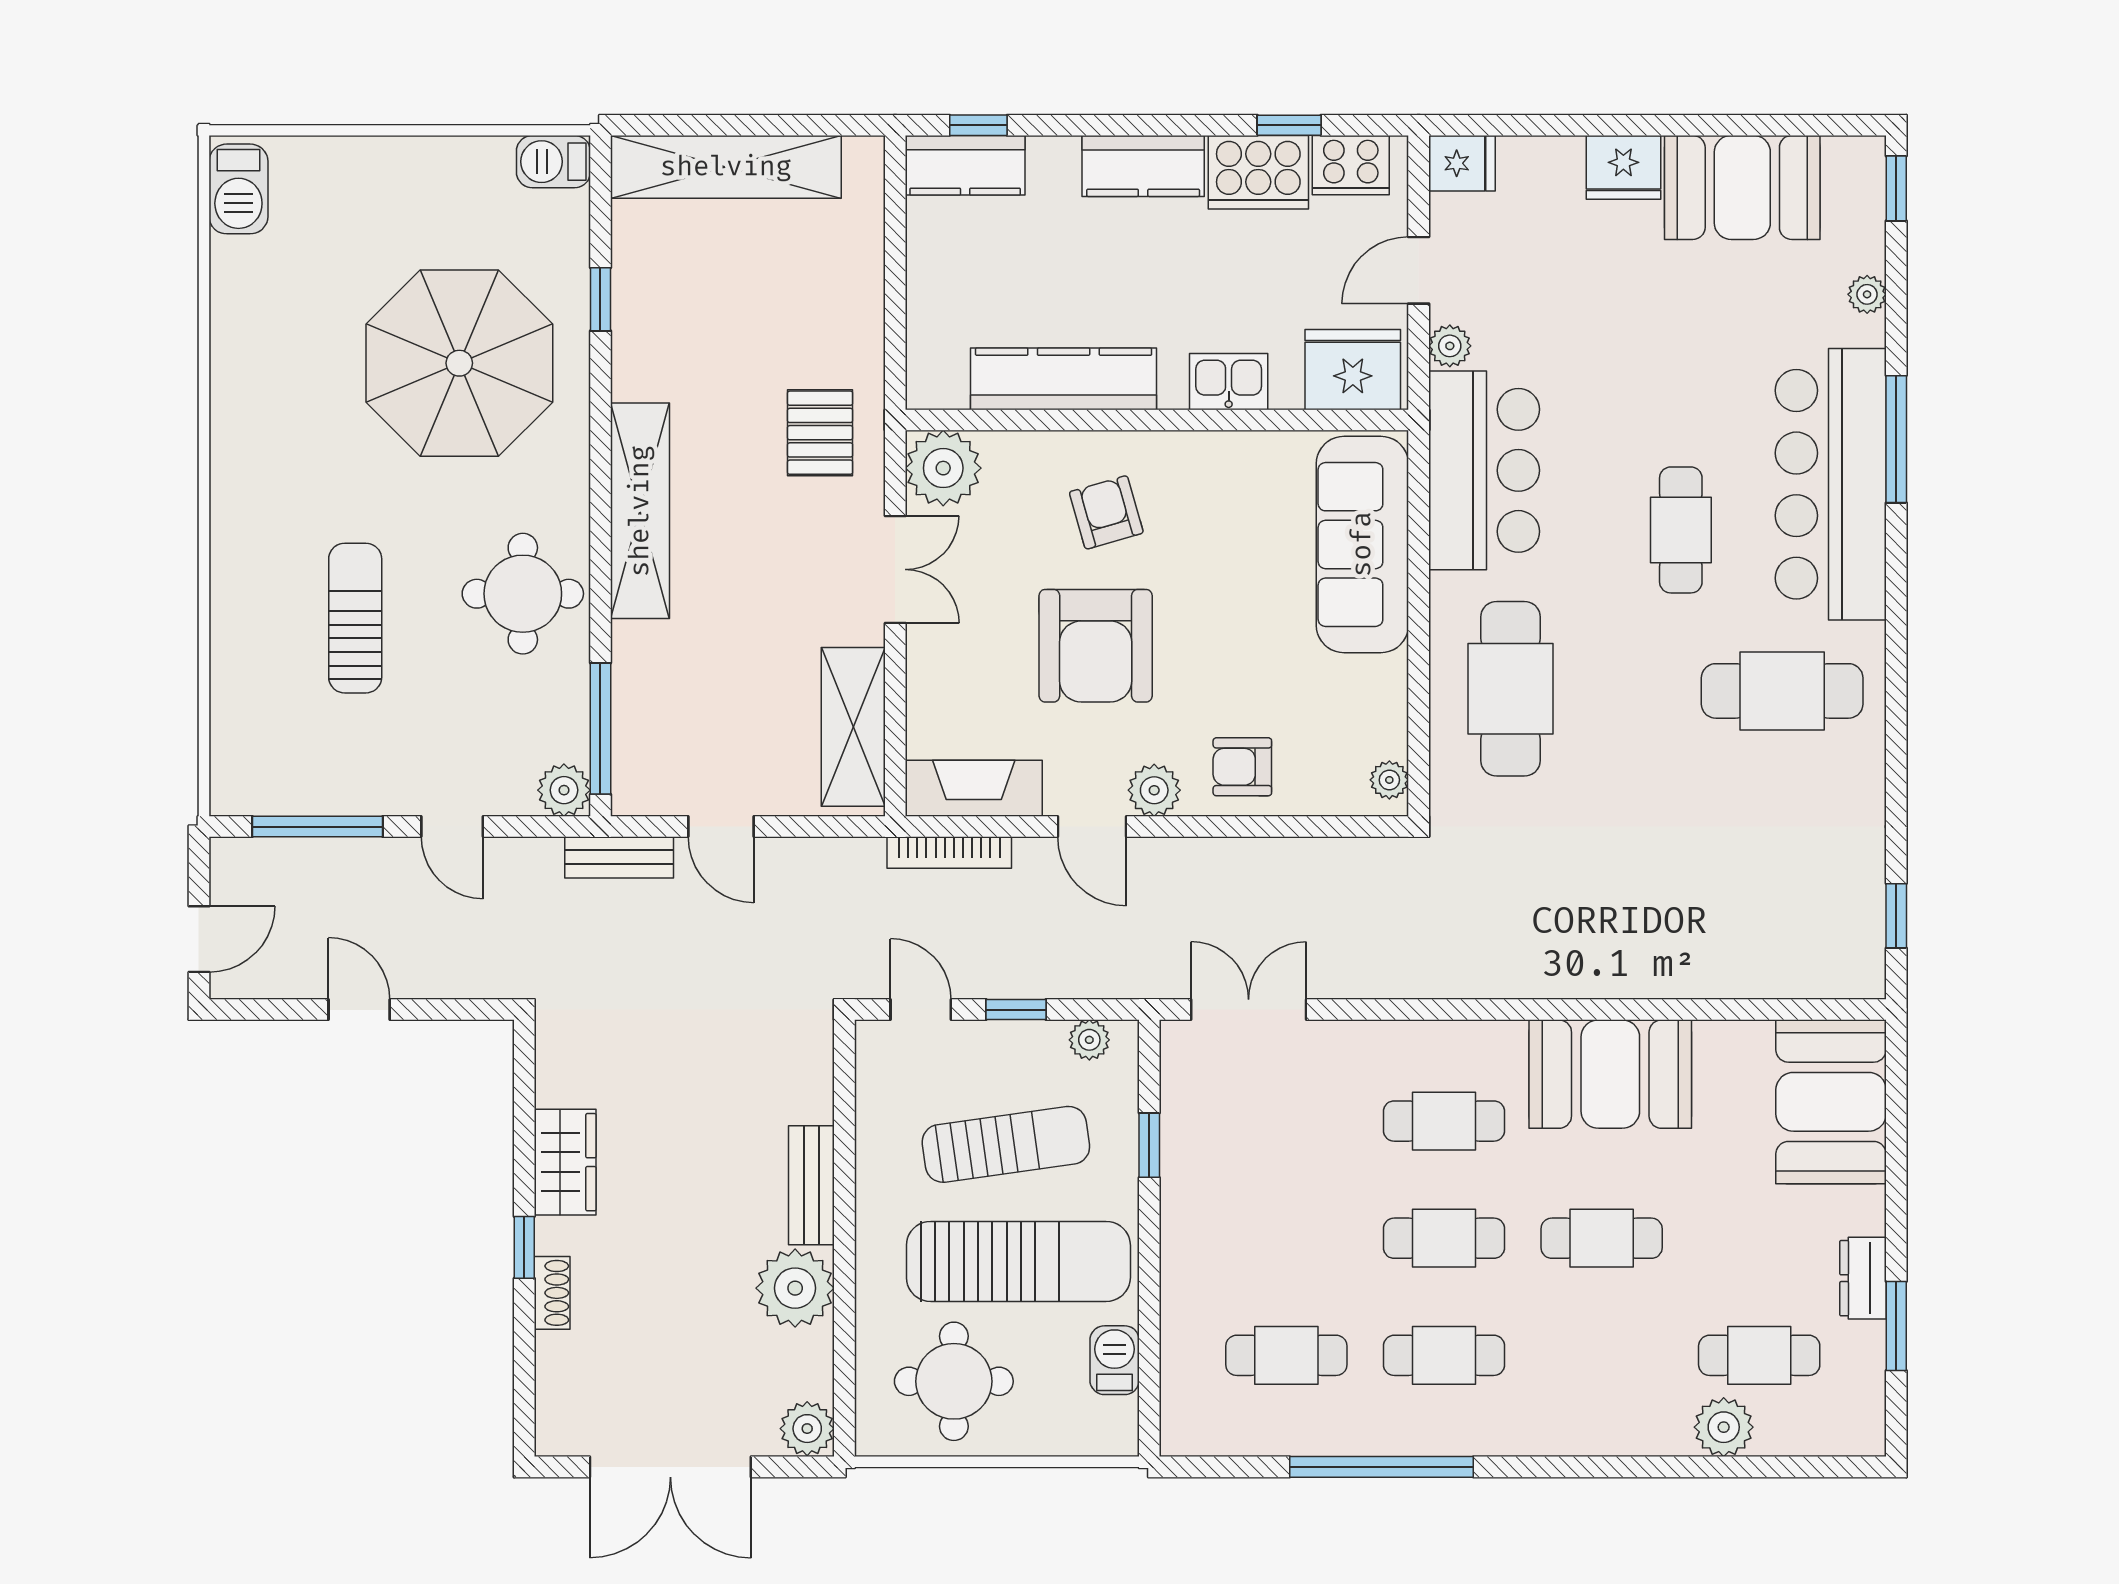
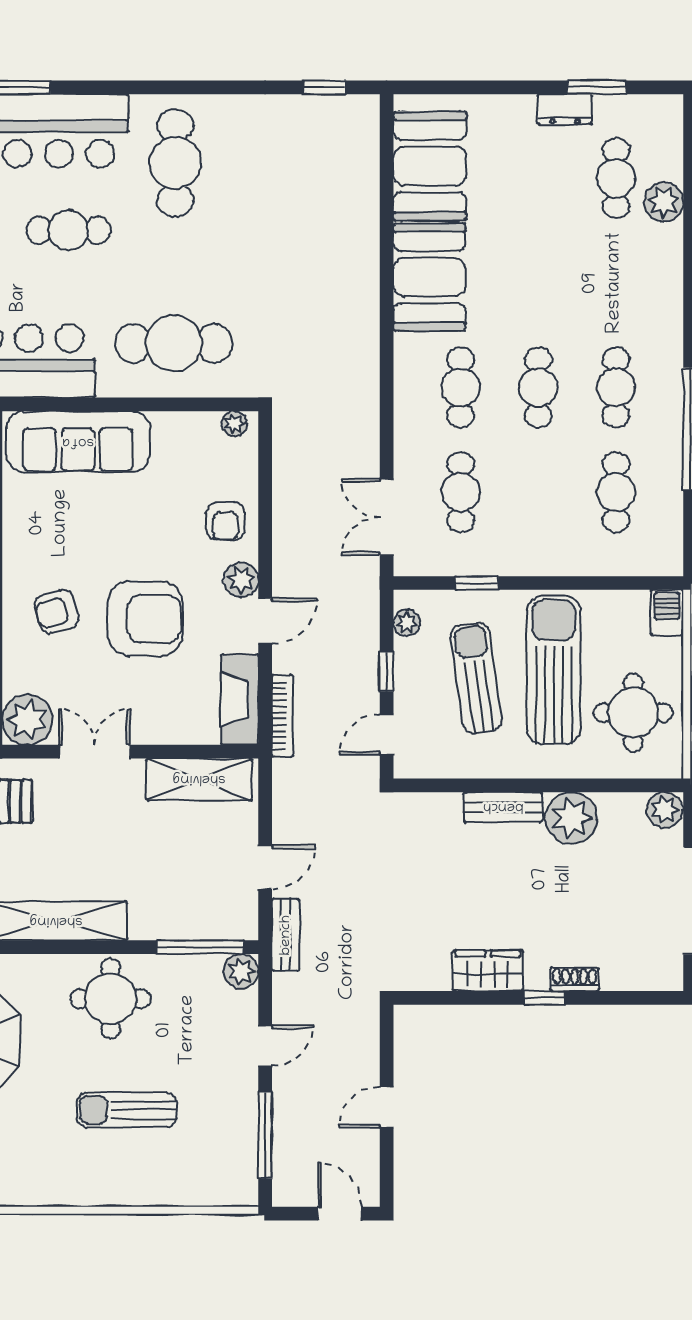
booth: (1831, 1102) -> (430, 166), moved, turned 90
cafe table: (1602, 1238) -> (461, 492), moved
barbecue: (1115, 1360) -> (667, 613), moved, turned 90

